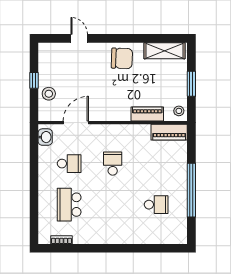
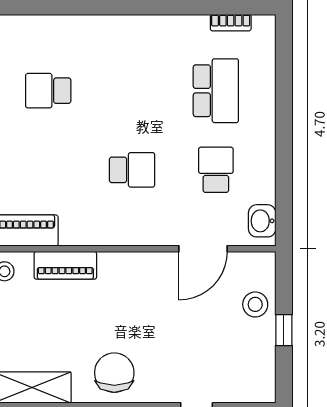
chair: (122, 58) -> (114, 373), turned 88
school desk: (69, 164) -> (216, 170), turned 90
school desk: (113, 164) -> (132, 170), turned -90

